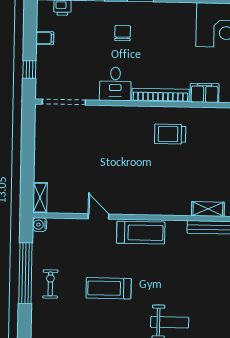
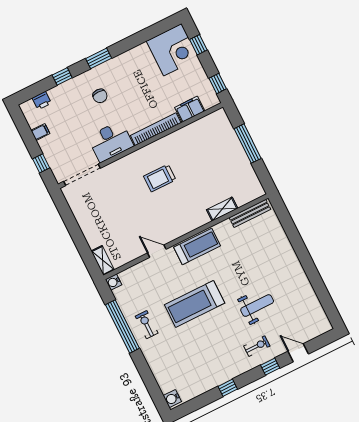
chair: (123, 33) -> (100, 96), turned 180
desk: (115, 84) -> (111, 141), width x1.37
trolley: (170, 134) -> (160, 178), moved
shelving: (208, 209) -> (222, 209), moved
treadmill: (109, 288) -> (195, 304), width x1.37, depth x1.38

